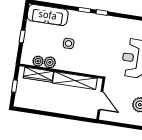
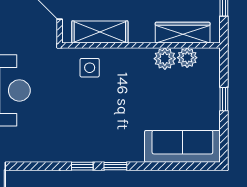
side table: (69, 43) -> (90, 68), moved
shelving: (75, 81) -> (100, 32), width x0.68

